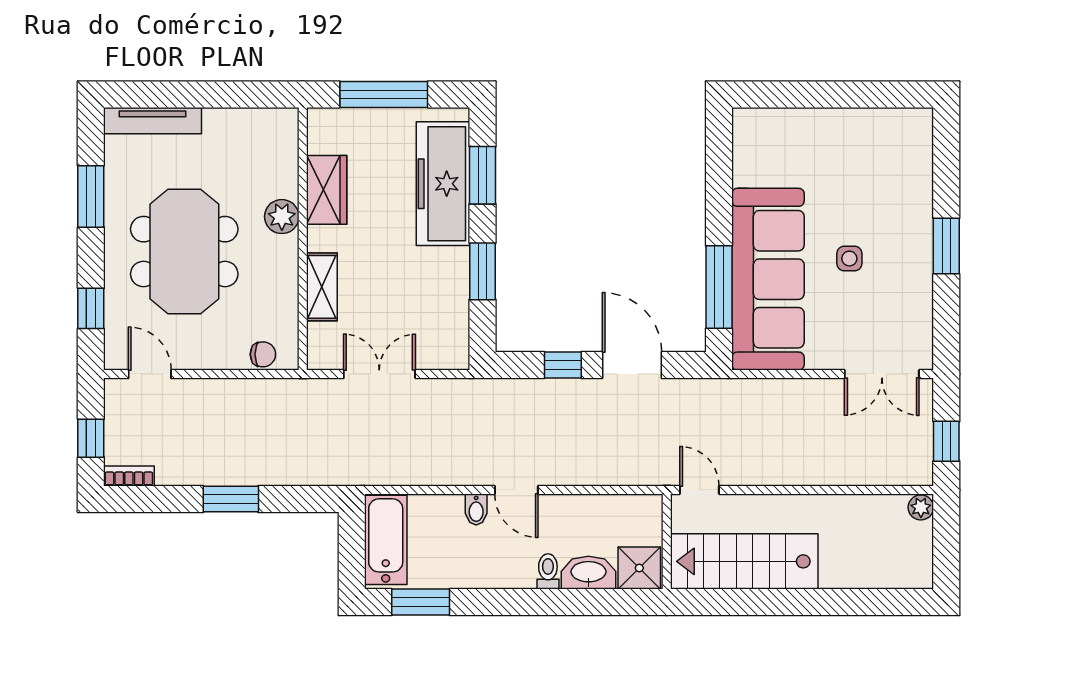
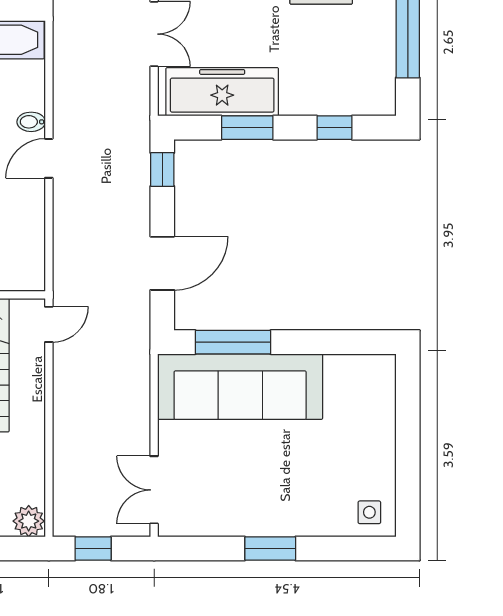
window: (482, 175) -> (334, 128), width x0.67
freezer: (443, 184) -> (222, 92), moved
side table: (849, 259) -> (369, 512), moved
window: (563, 365) -> (162, 169), moved
plant: (921, 507) -> (29, 521), width x1.38, depth x1.38

